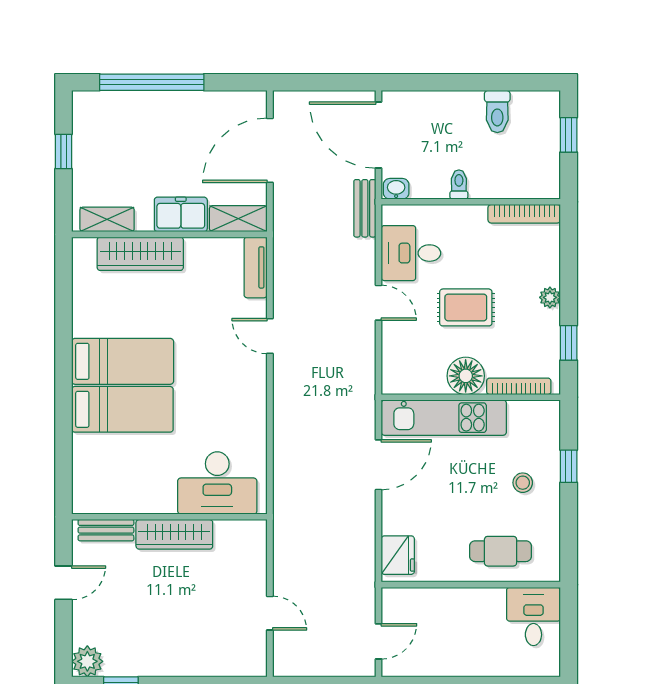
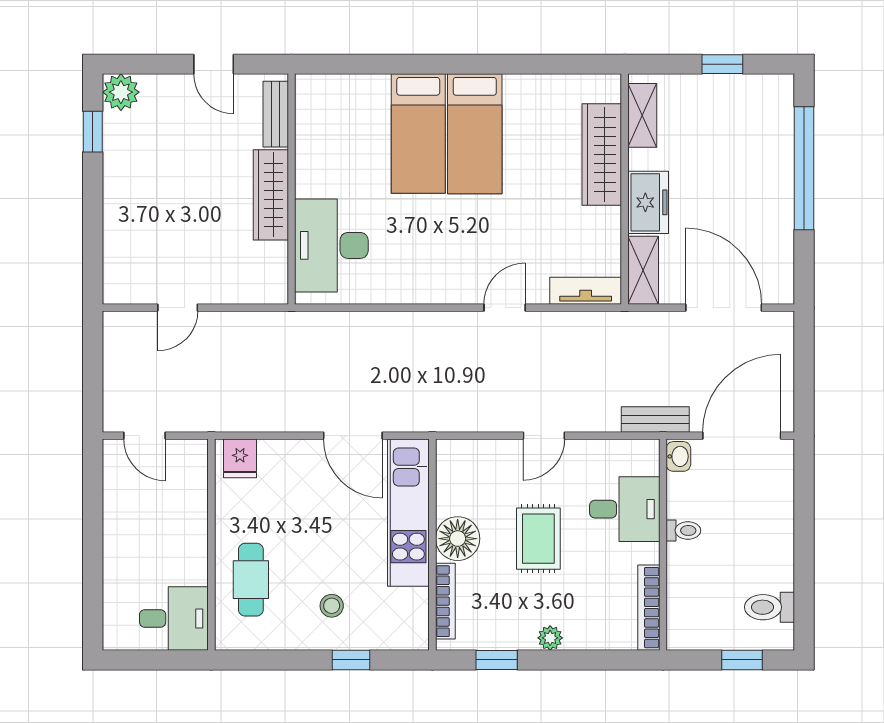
toilet: (497, 112) -> (769, 607), moved
desk: (411, 253) -> (625, 509), moved, turned 90
fridge: (398, 555) -> (240, 458), width x0.72

